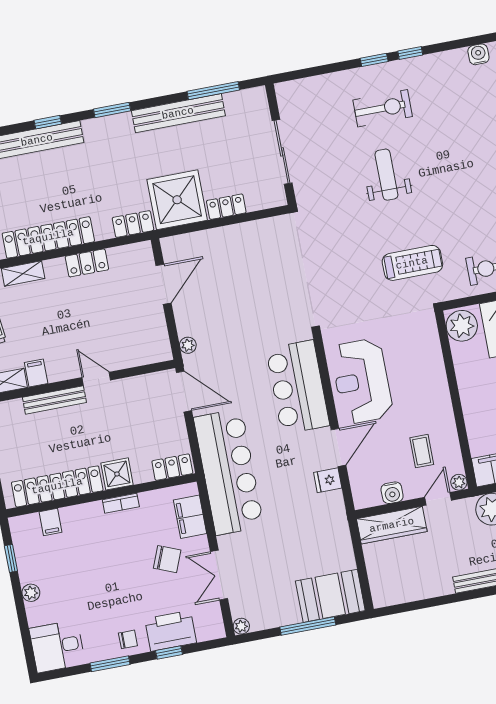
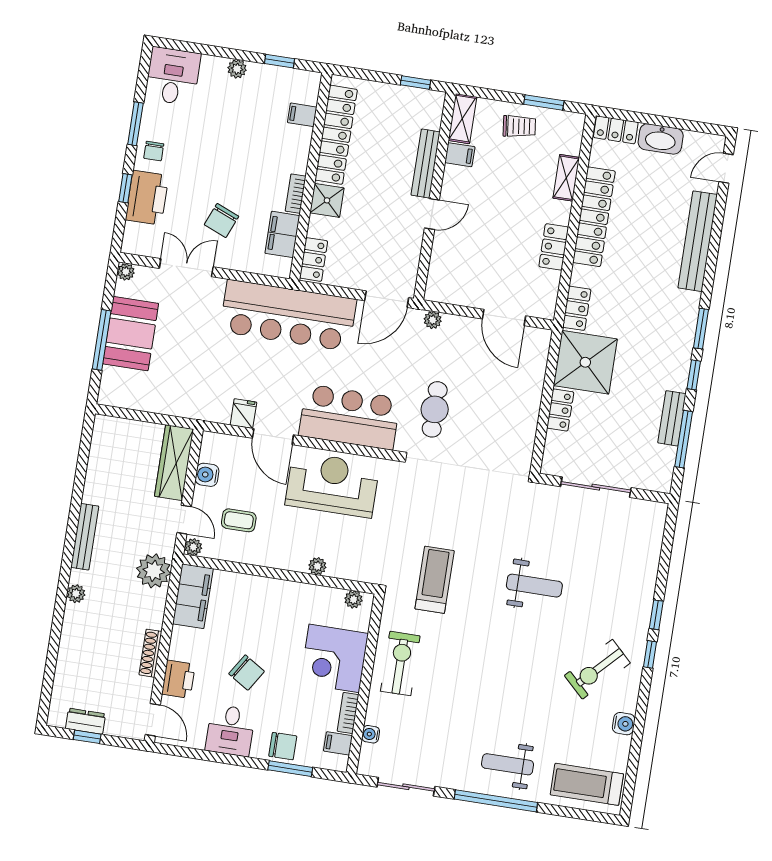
exercise bike: (383, 108) -> (597, 669), moved, turned 44
bench: (178, 113) -> (672, 418), width x0.54, depth x0.82
window: (48, 122) -> (694, 375), moved
treadmill: (412, 263) -> (435, 580), turned 180
cafe table: (265, 316) -> (435, 409), added
plant: (462, 326) -> (353, 599), width x0.53, depth x0.53
plant: (437, 369) -> (317, 566), added
filing cabinet: (190, 517) -> (282, 234), moved, turned -90
booth: (330, 596) -> (131, 334), moved

